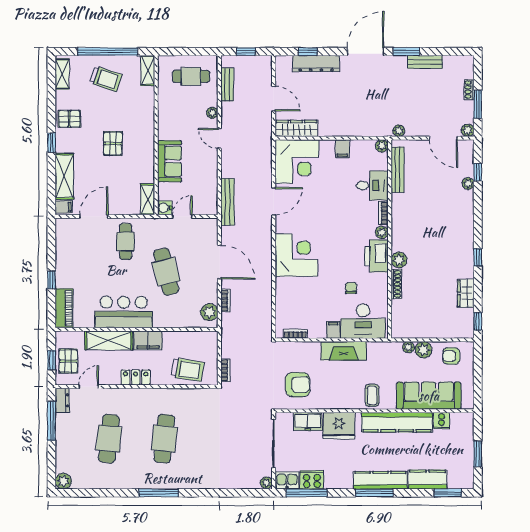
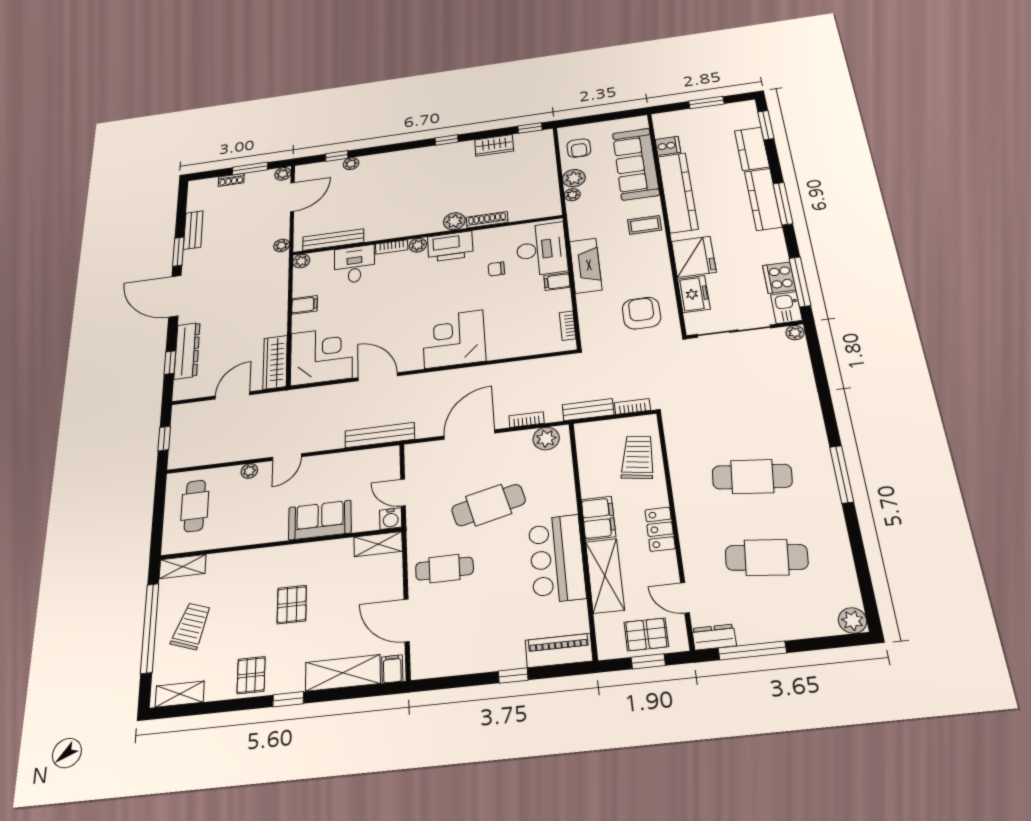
bench: (227, 85) -> (588, 410), moved
pallet: (113, 144) -> (292, 605), turned 90

